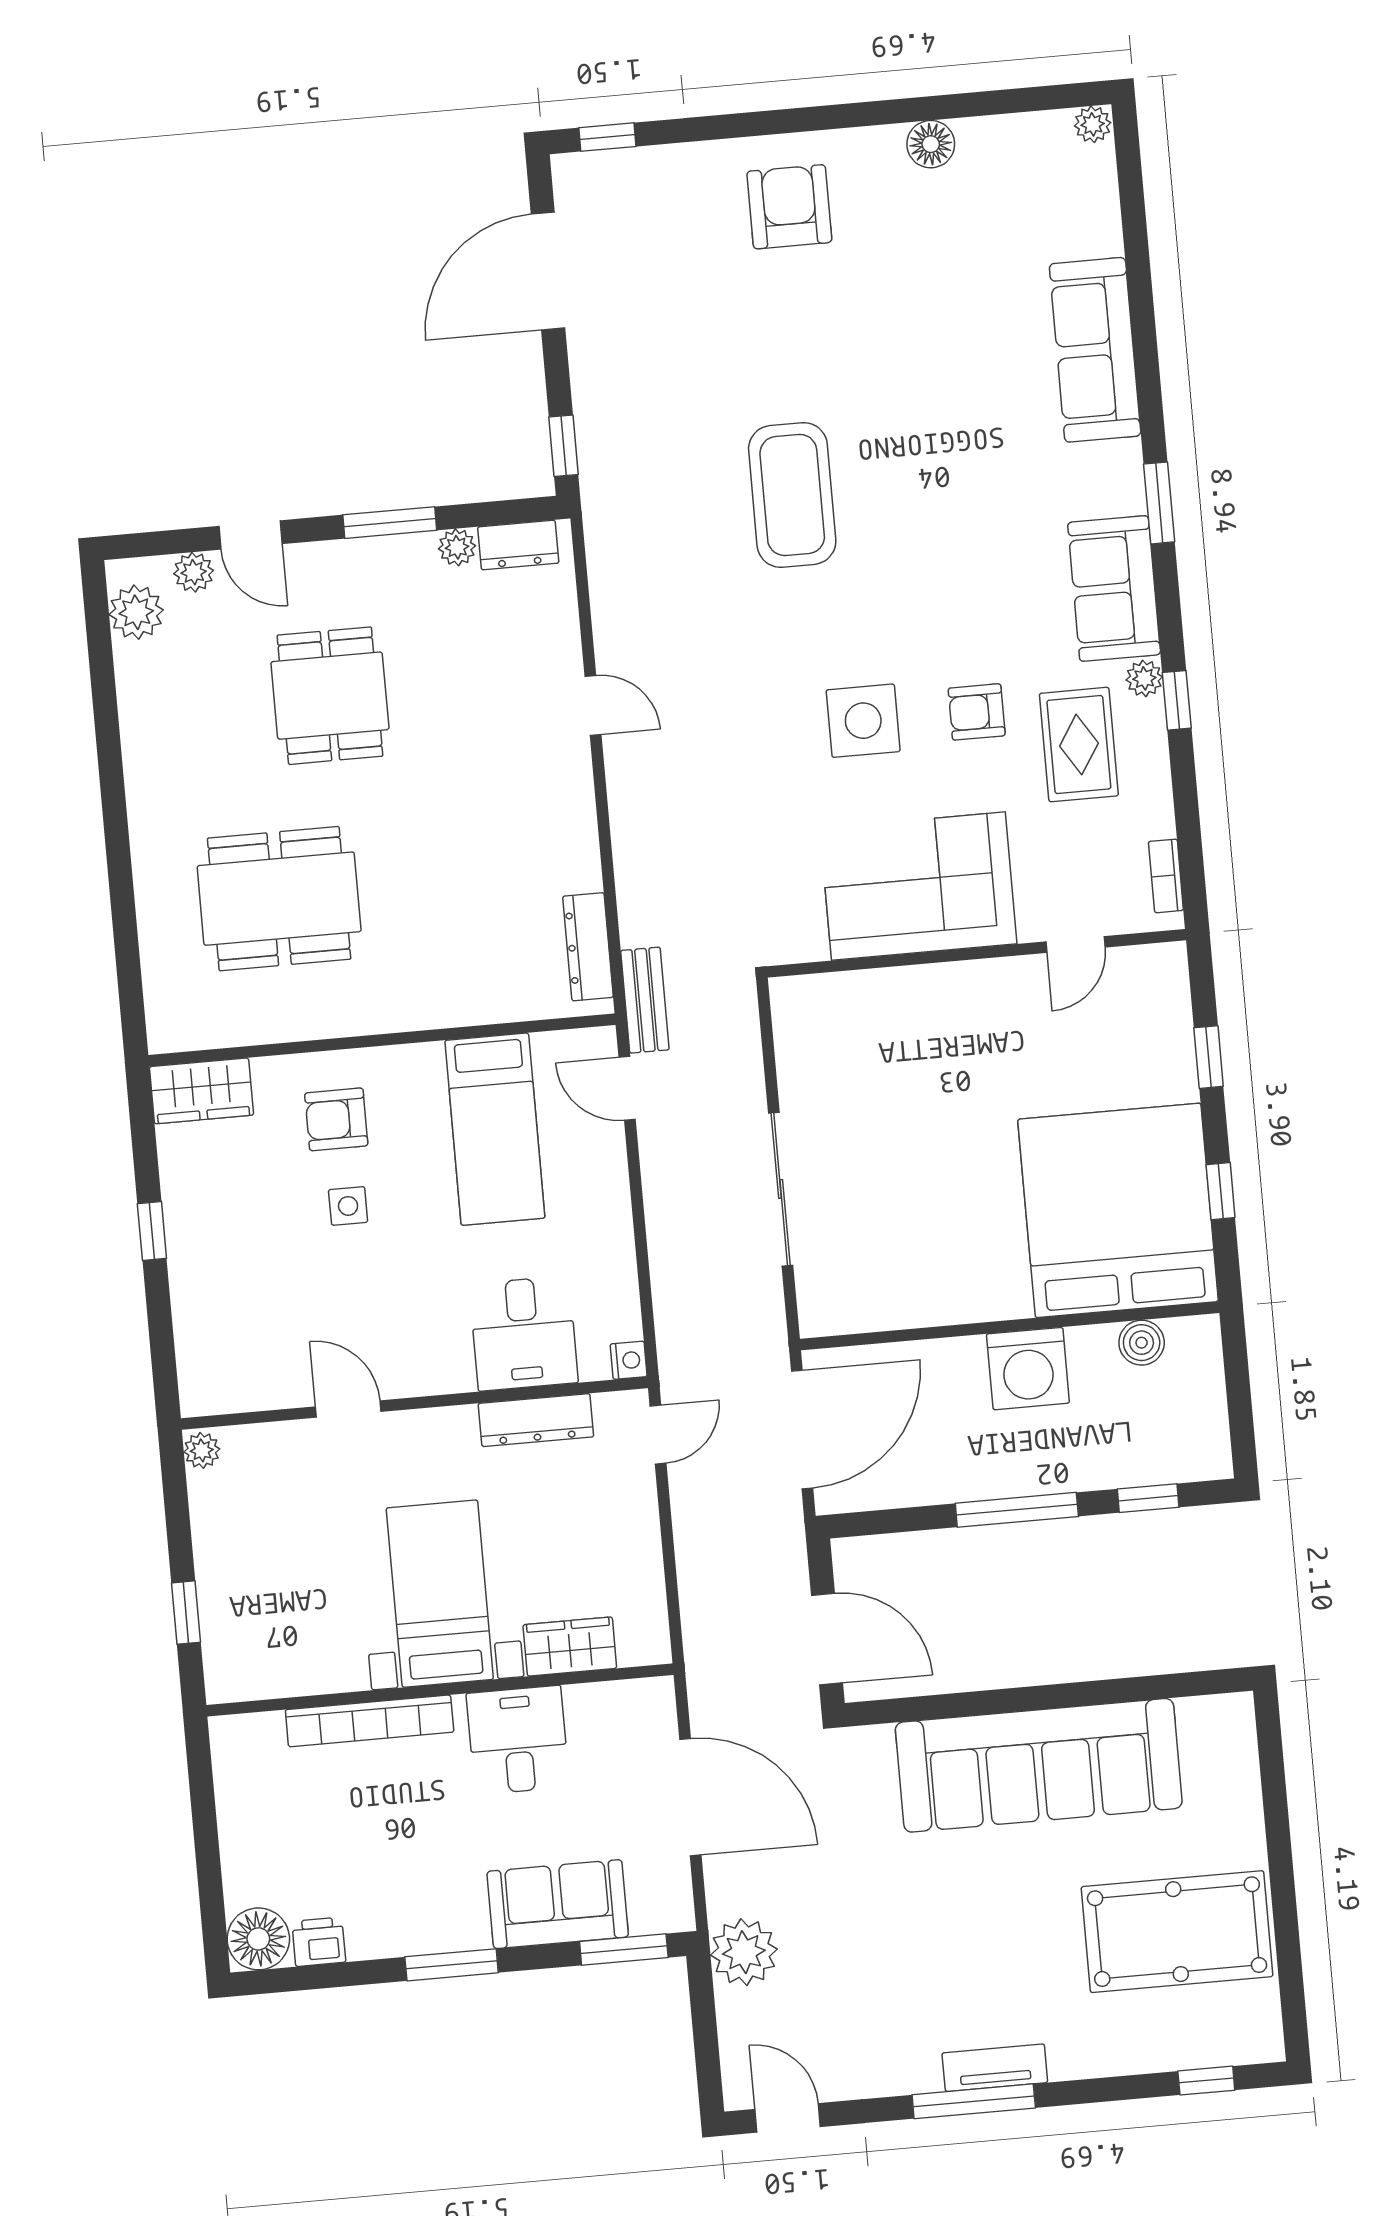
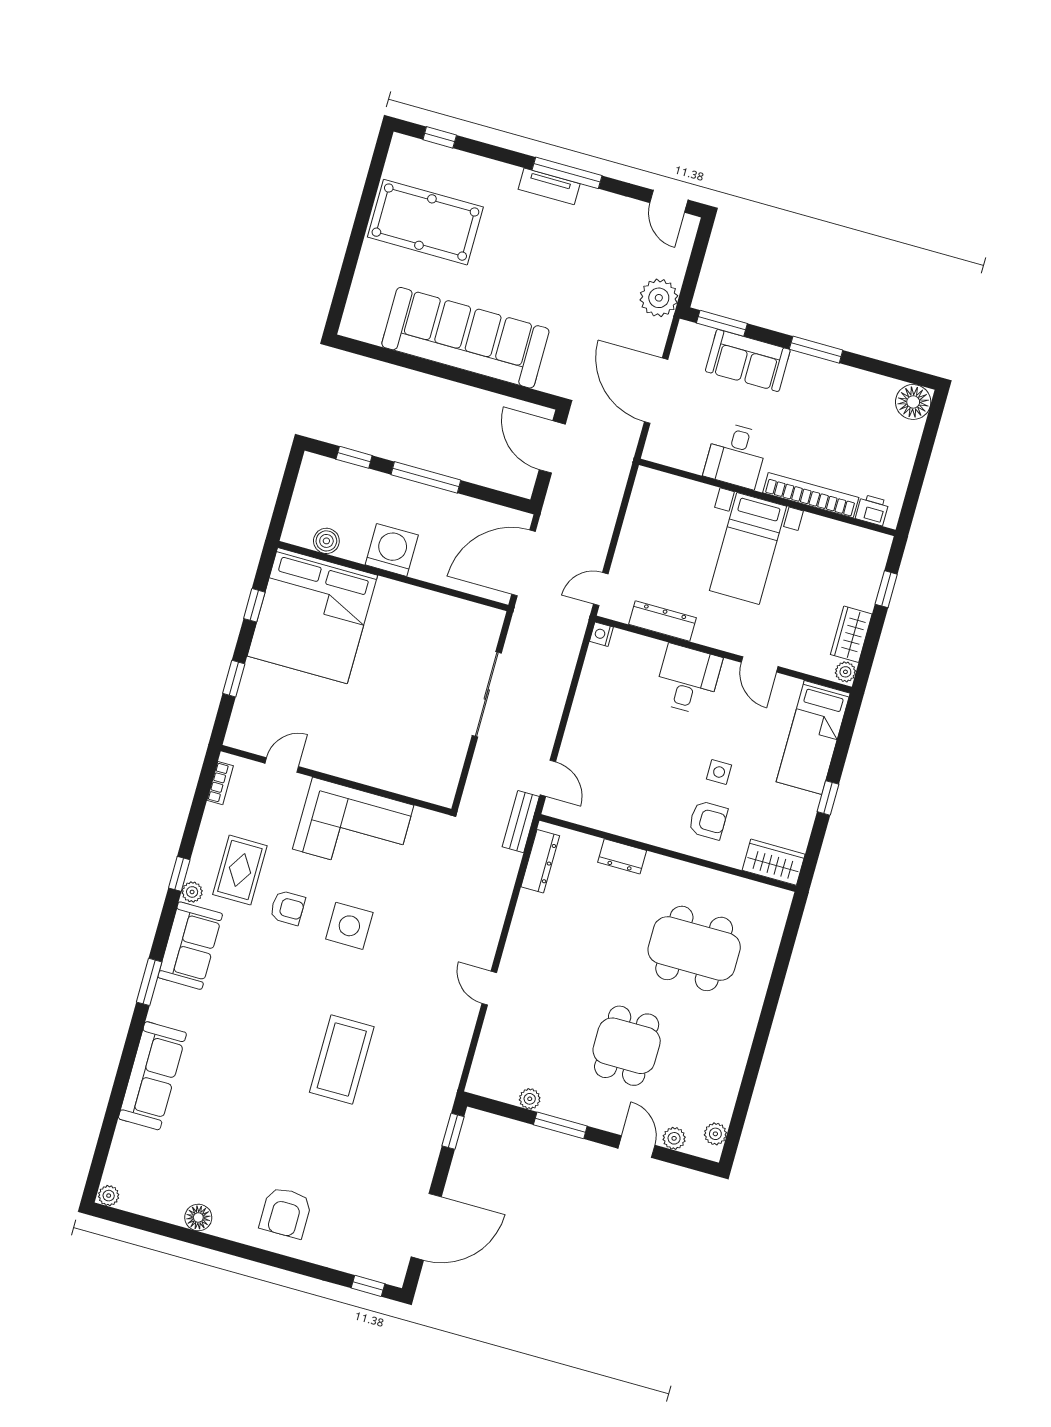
dresser: (518, 545) -> (622, 856), moved, turned 180
plant: (136, 612) -> (715, 1134), width x0.73, depth x0.73
bed: (495, 1129) -> (813, 737), moved, turned 180
desk: (524, 1333) -> (688, 680), moved
wardrobe: (570, 1647) -> (851, 634), moved, turned 90
printer: (319, 1942) -> (872, 510), moved, turned 180

